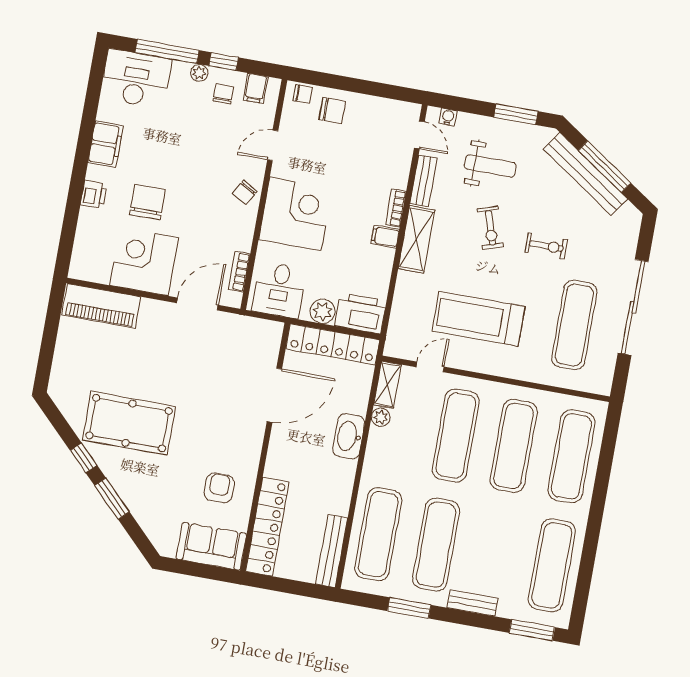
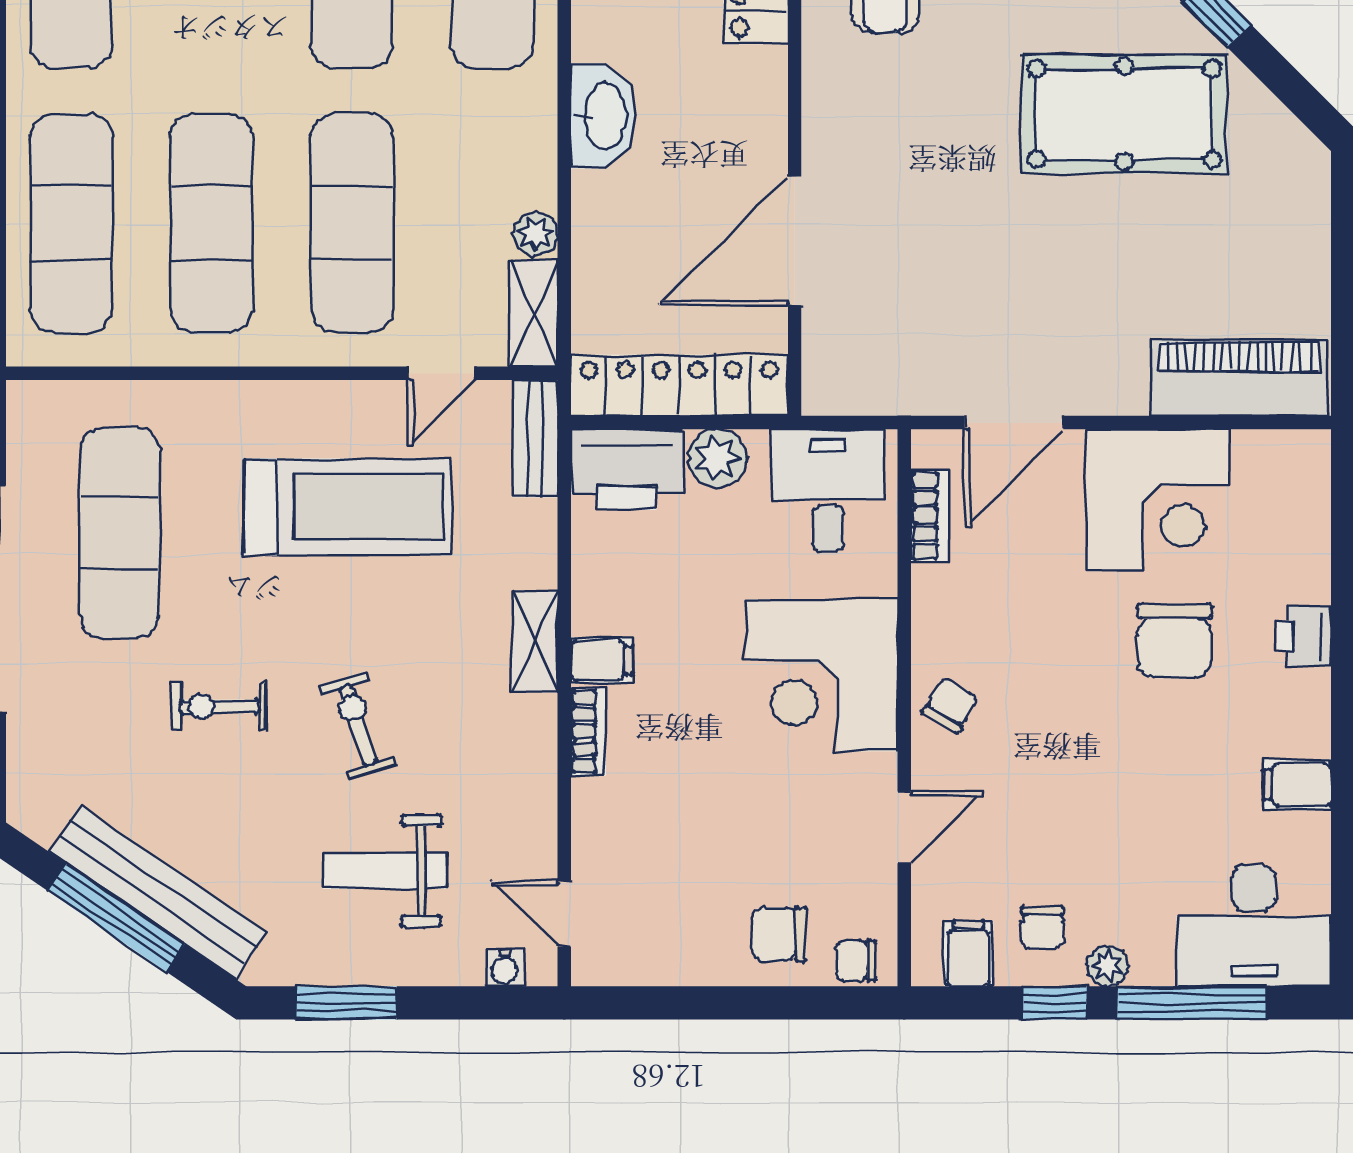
filing cabinet: (106, 144) -> (1297, 785), width x0.50
bench: (423, 181) -> (535, 439), moved
shelving: (416, 239) -> (535, 642), width x0.67, depth x0.75
washbasin: (349, 436) -> (603, 116), moved

